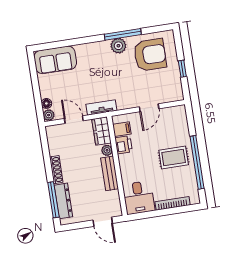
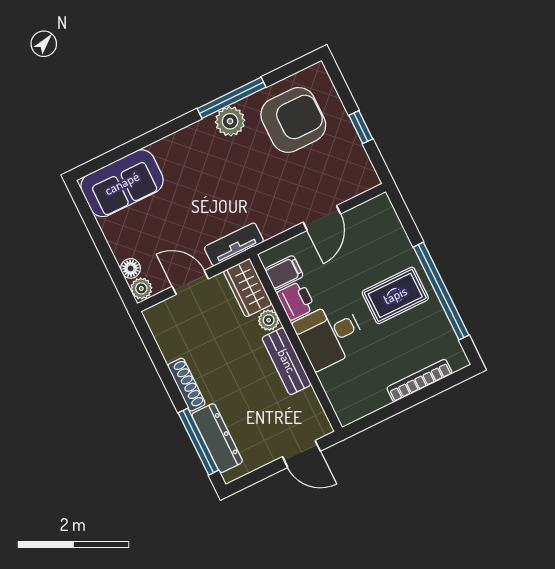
desk: (139, 198) -> (330, 335), moved, turned 90

